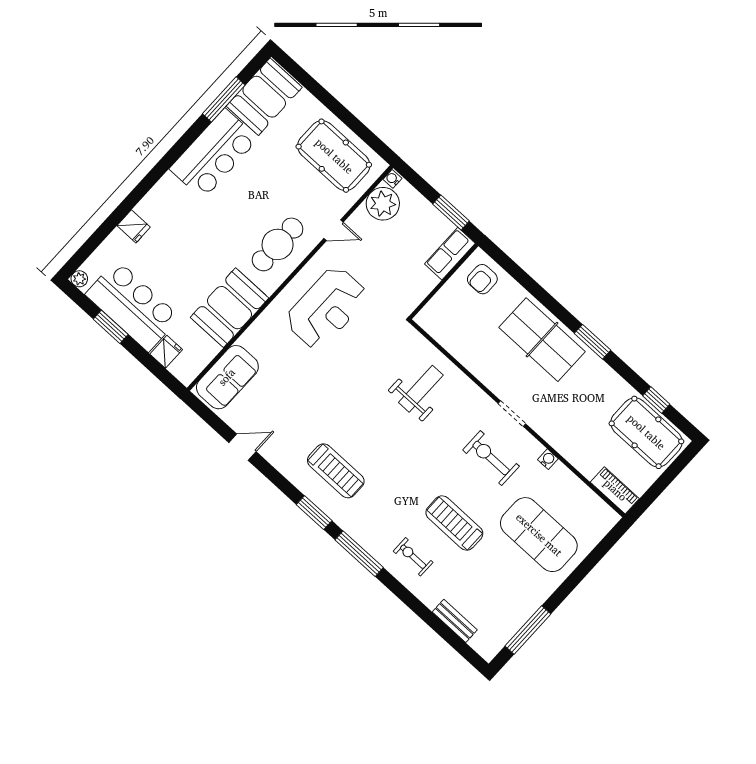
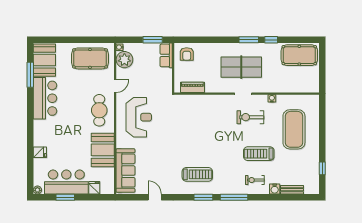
table tennis table: (542, 340) -> (241, 67), moved
sofa: (227, 377) -> (126, 171), width x1.36
weight bench: (421, 389) -> (201, 115), removed
window: (656, 400) -> (271, 40), moved
door: (242, 447) -> (155, 197), hinge flipped
piano: (615, 490) -> (192, 87), moved
exercise mat: (539, 535) -> (294, 129), turned 90
water cooler: (430, 596) -> (275, 189), added
window: (528, 630) -> (322, 168), width x0.46

